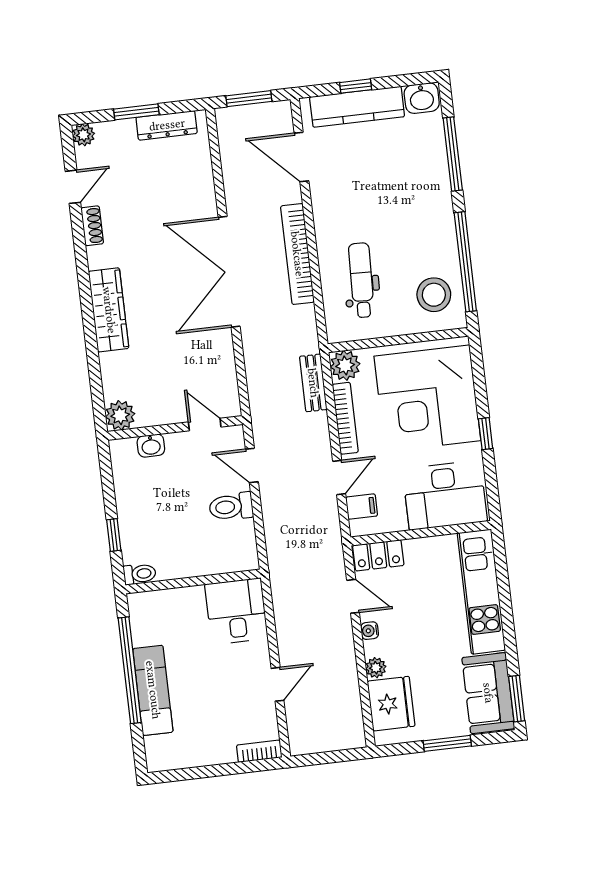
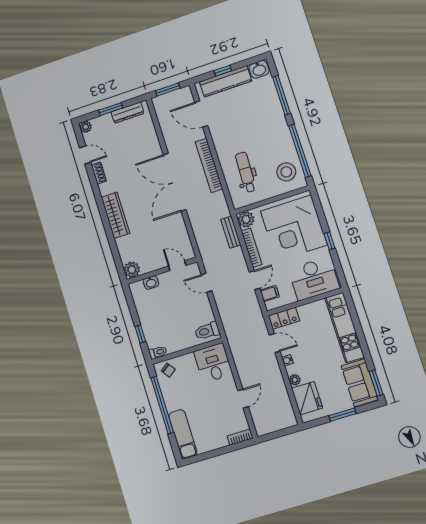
door: (73, 187) -> (85, 155), hinge flipped
toilet: (231, 507) -> (207, 331), moved
chair: (153, 609) -> (168, 370), added
exam couch: (153, 690) -> (183, 434), moved

